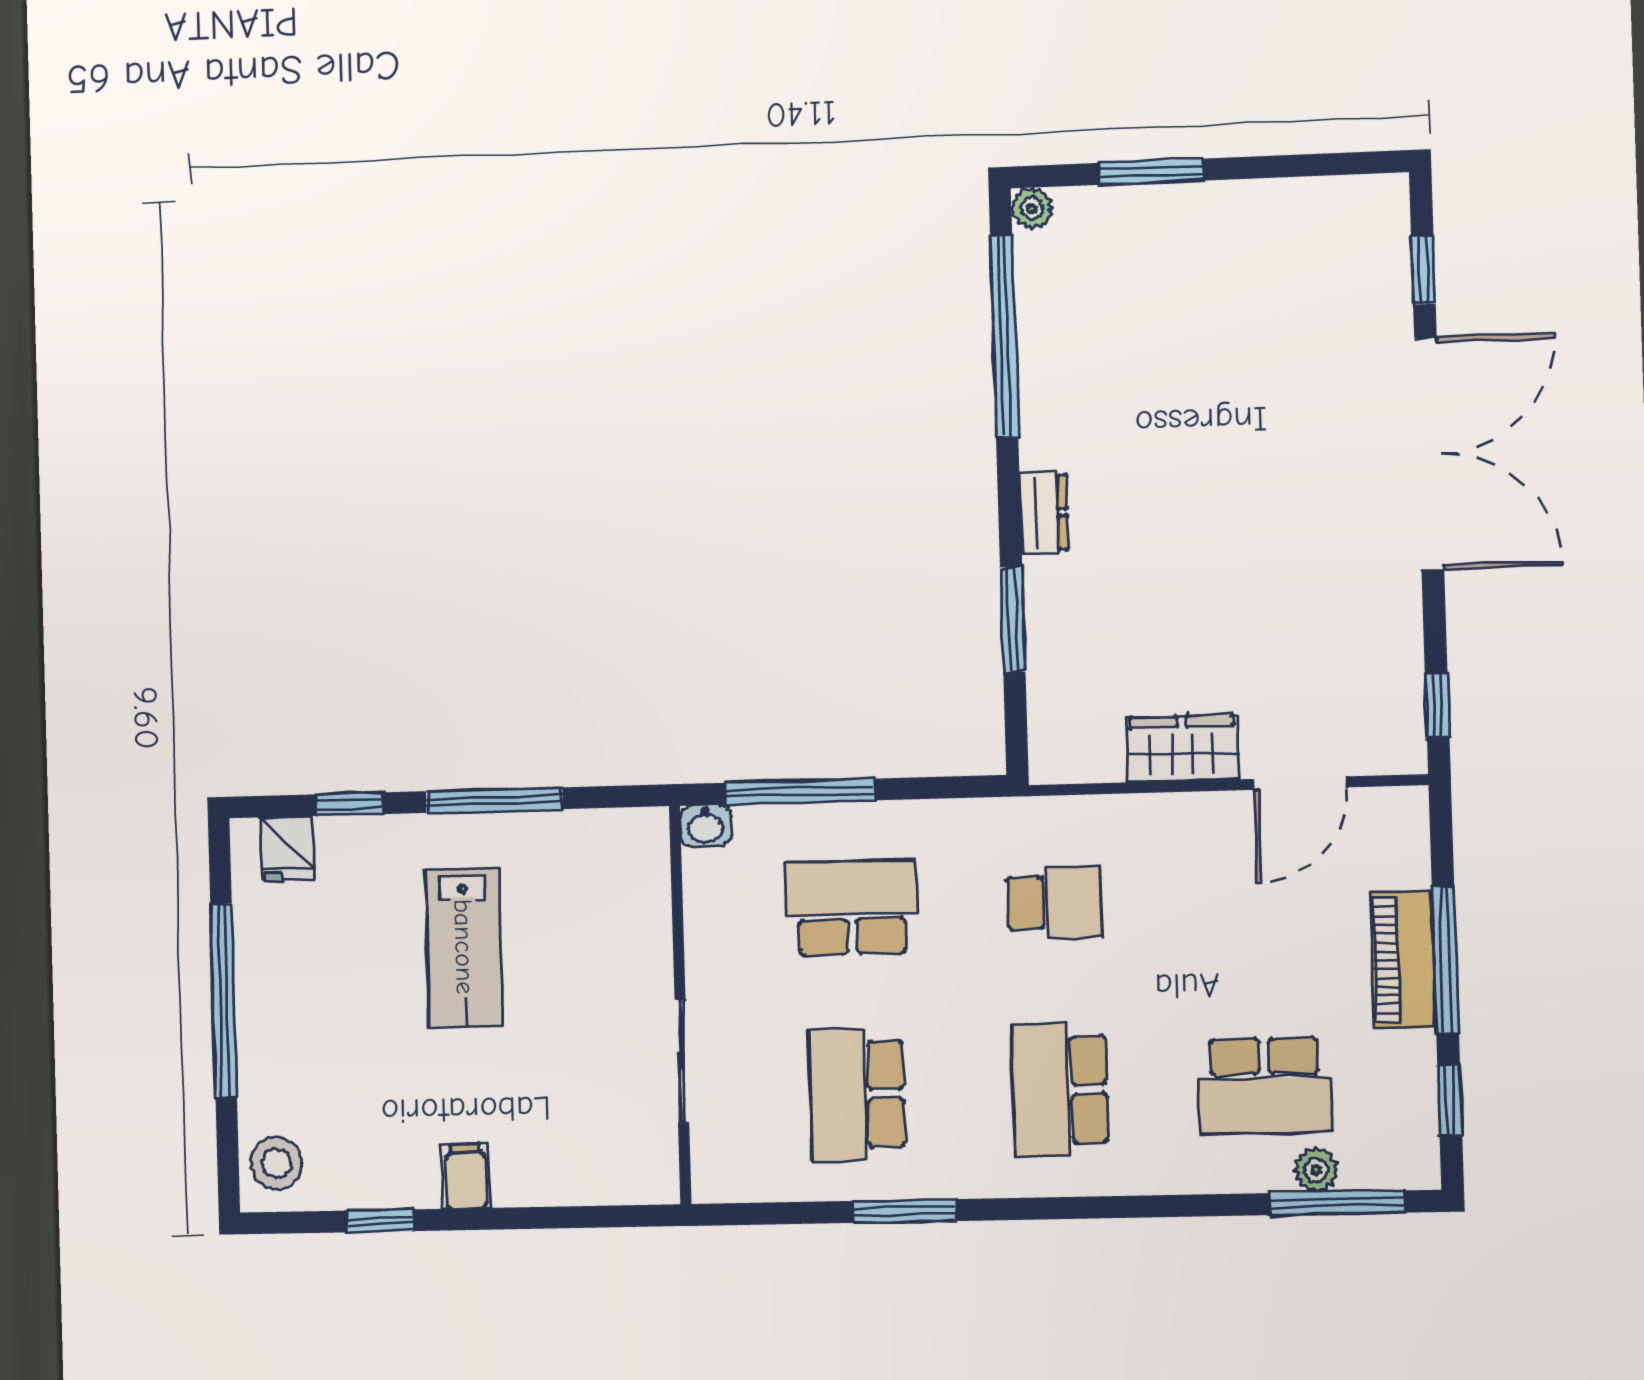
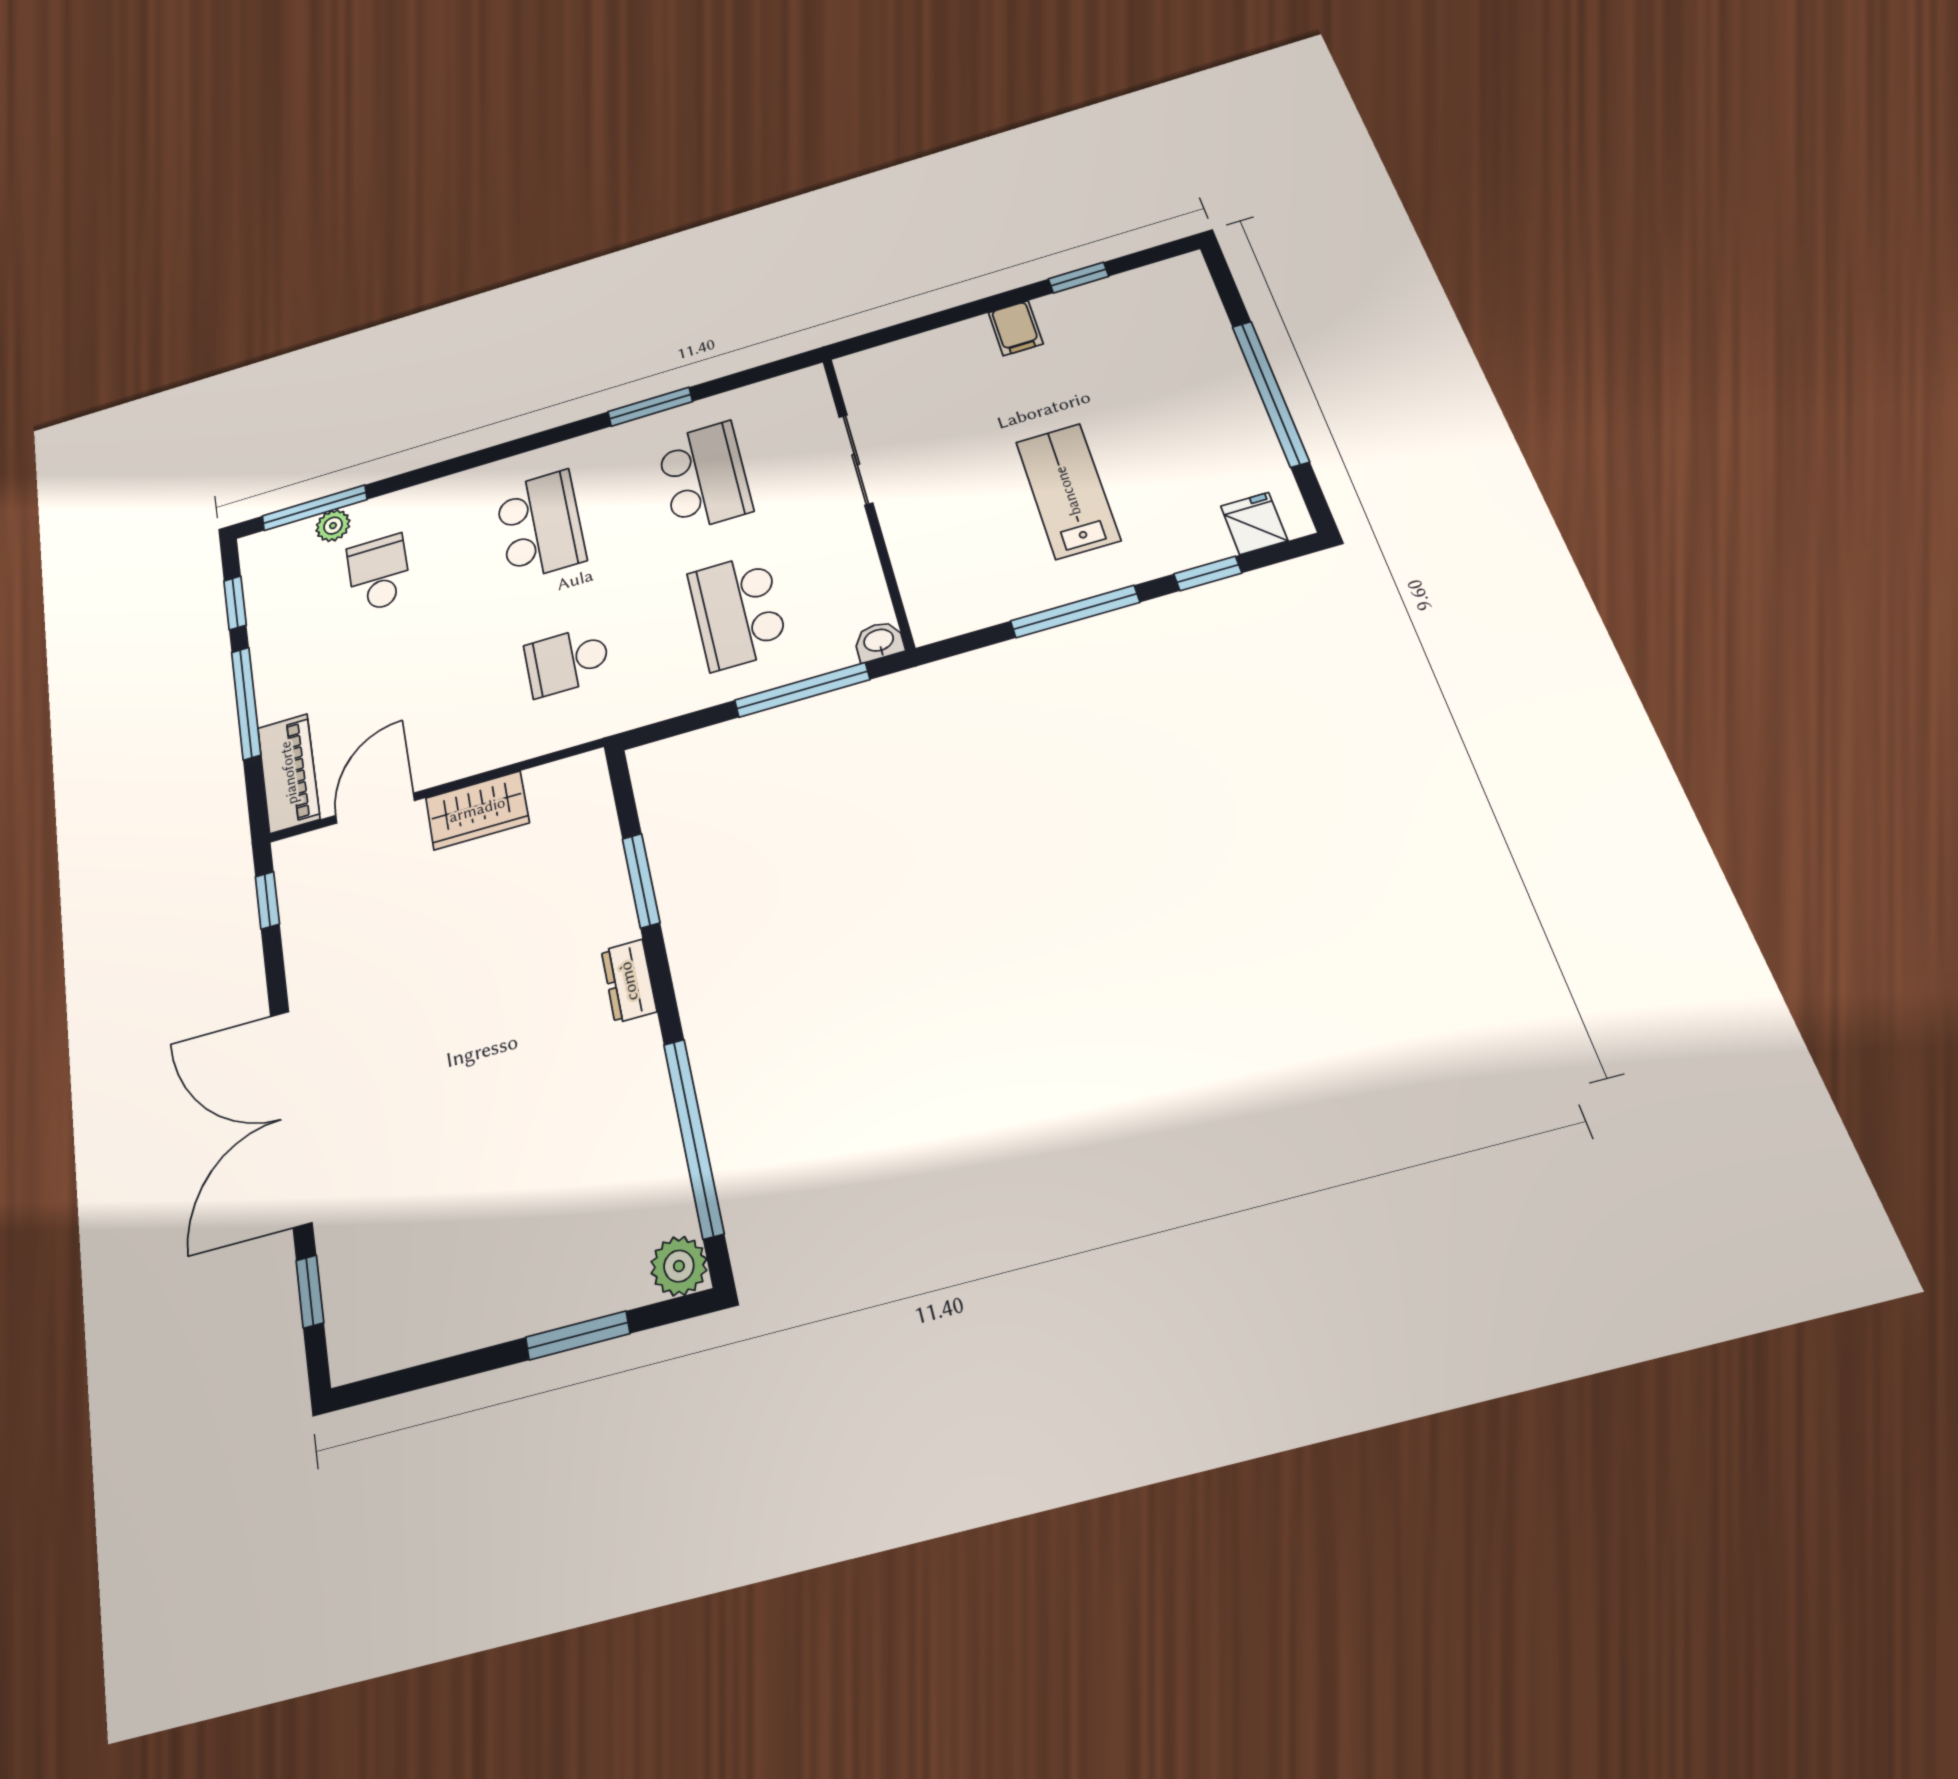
plant: (1032, 208) -> (679, 1266), width x1.38, depth x1.38
school desk: (852, 908) -> (738, 612), turned 90
piano: (1403, 960) -> (289, 773), moved
school desk: (1265, 1085) -> (379, 573), width x0.54
stool: (276, 1163) -> (1181, 291), removed

